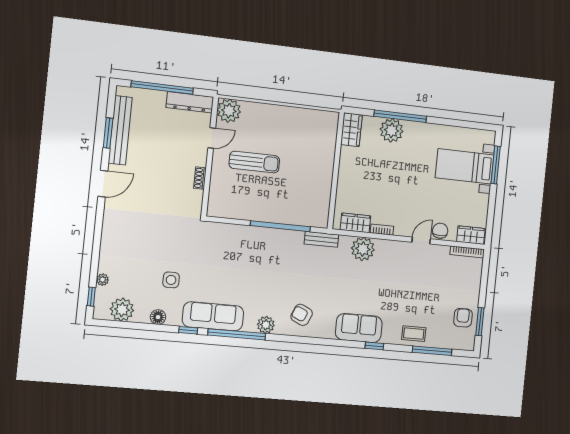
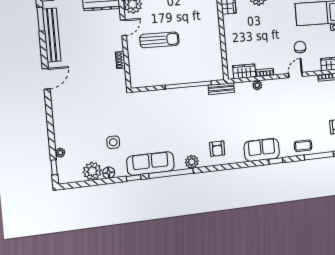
window: (108, 133) -> (41, 19), moved
chair: (440, 231) -> (300, 47), moved
plant: (363, 249) -> (257, 85), width x0.53, depth x0.53
plant: (122, 310) -> (92, 171), moved
armchair: (302, 315) -> (217, 149), turned -114

